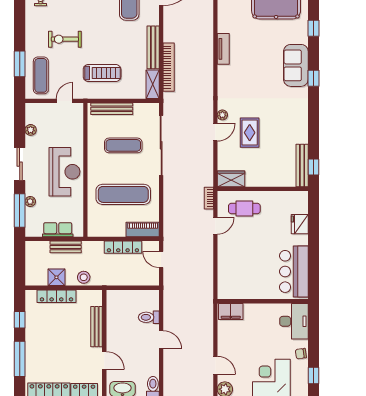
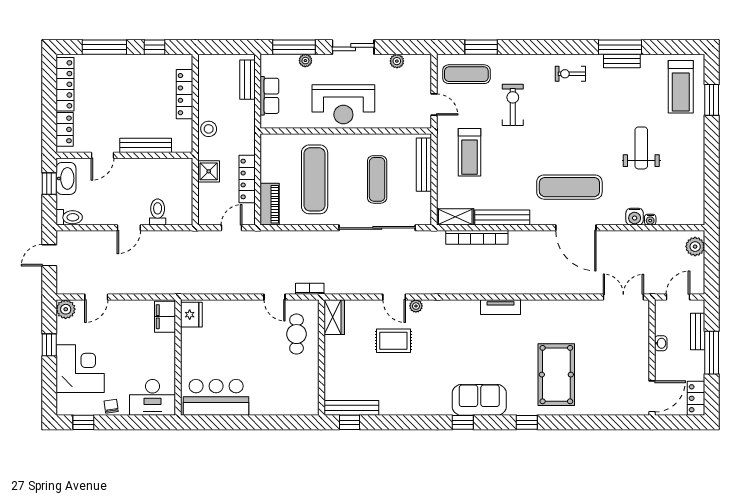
fridge: (300, 224) -> (191, 315), moved, turned 90
bench: (66, 247) -> (247, 80), moved
shower: (56, 277) -> (209, 171), moved

